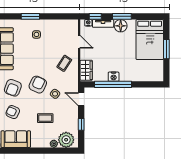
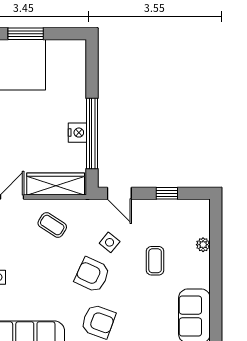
wardrobe: (86, 70) -> (56, 184), width x1.50
door: (81, 99) -> (119, 193), hinge flipped
armchair: (13, 112) -> (144, 322), removed
plant: (66, 140) -> (196, 222), removed

